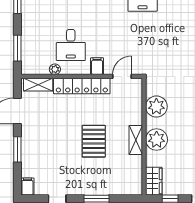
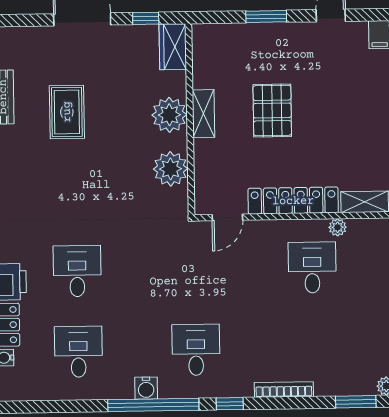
filing cabinet: (97, 66) -> (269, 233), removed

